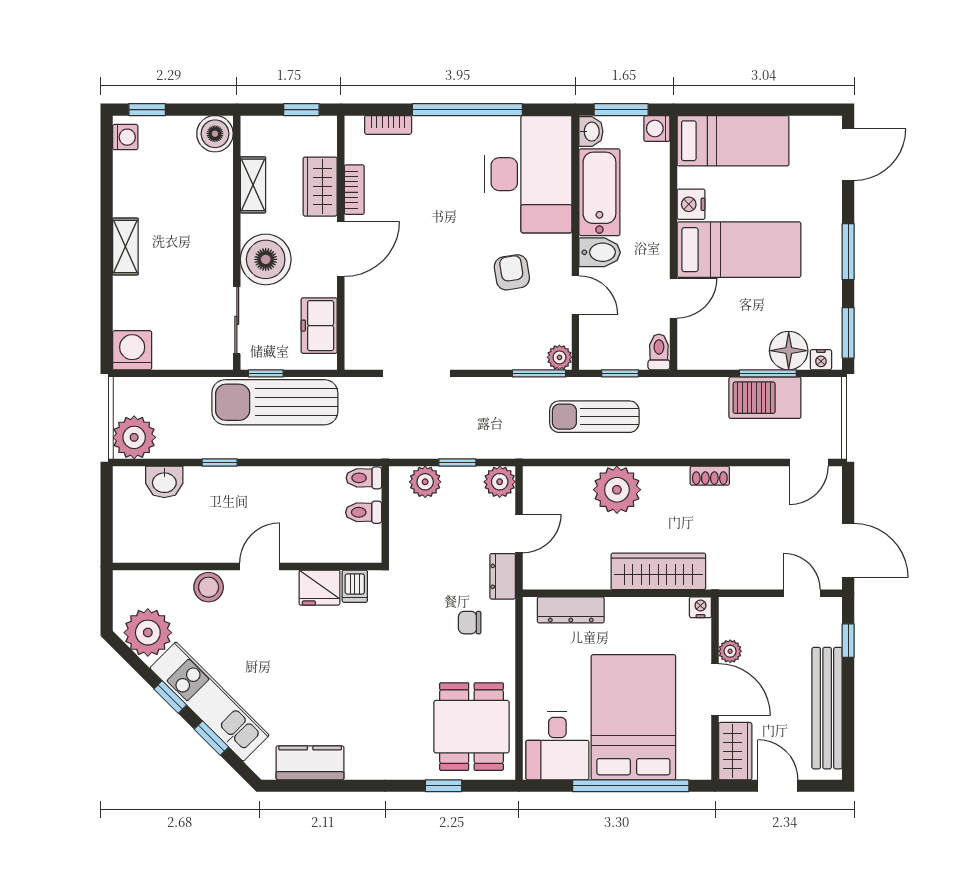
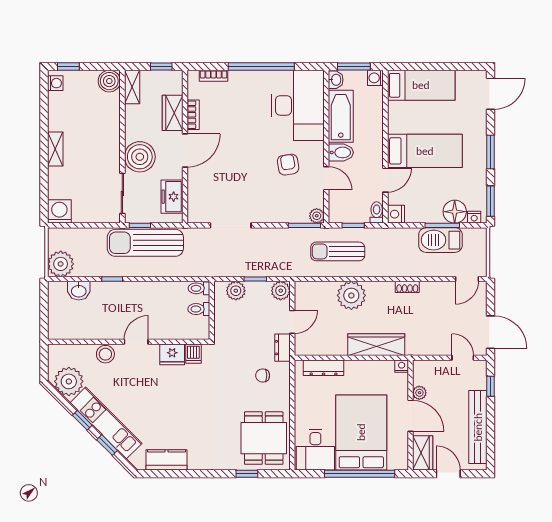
shelving: (253, 185) -> (132, 87), moved
nightstand: (691, 204) -> (396, 214), moved

